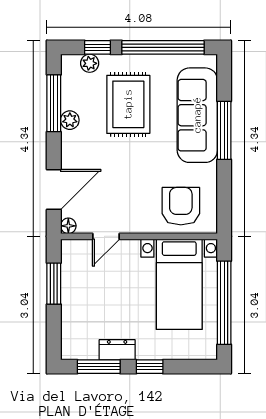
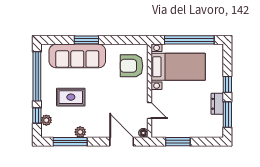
rug: (128, 104) -> (71, 97), width x0.73, depth x0.70
window: (224, 130) -> (86, 40), width x0.69

